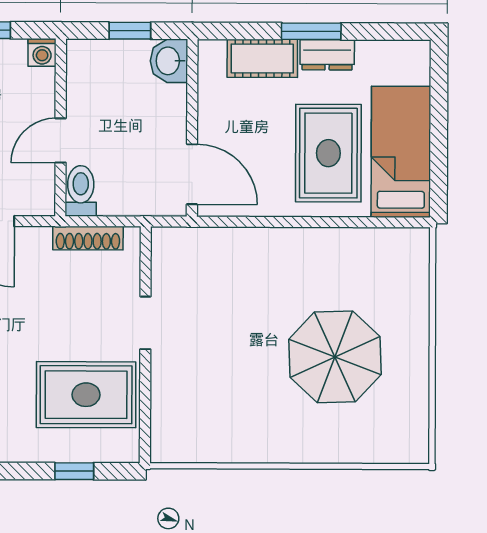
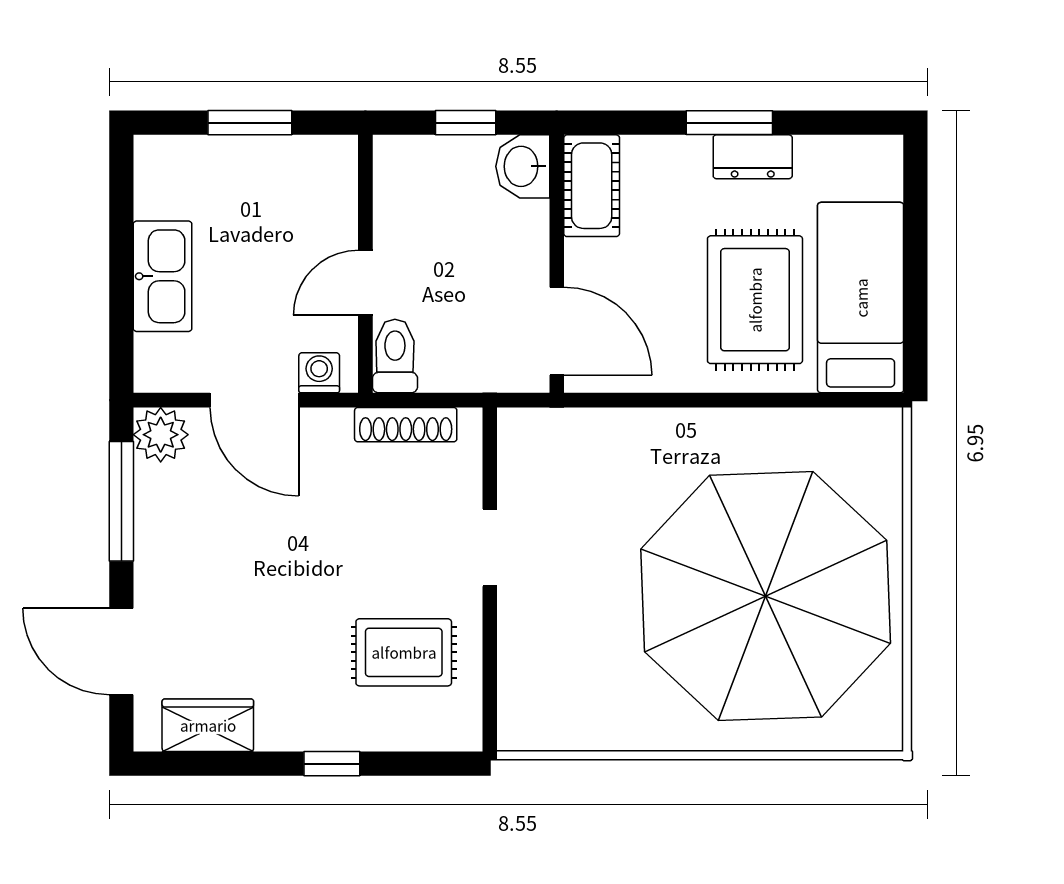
washing machine: (42, 52) -> (319, 373), moved, turned 180
cot: (262, 58) -> (592, 186), moved, turned 90
parasol: (335, 357) -> (766, 596), width x1.86, depth x1.86
rug: (86, 395) -> (404, 652), width x0.73, depth x0.70
window: (74, 471) -> (332, 764), moved

